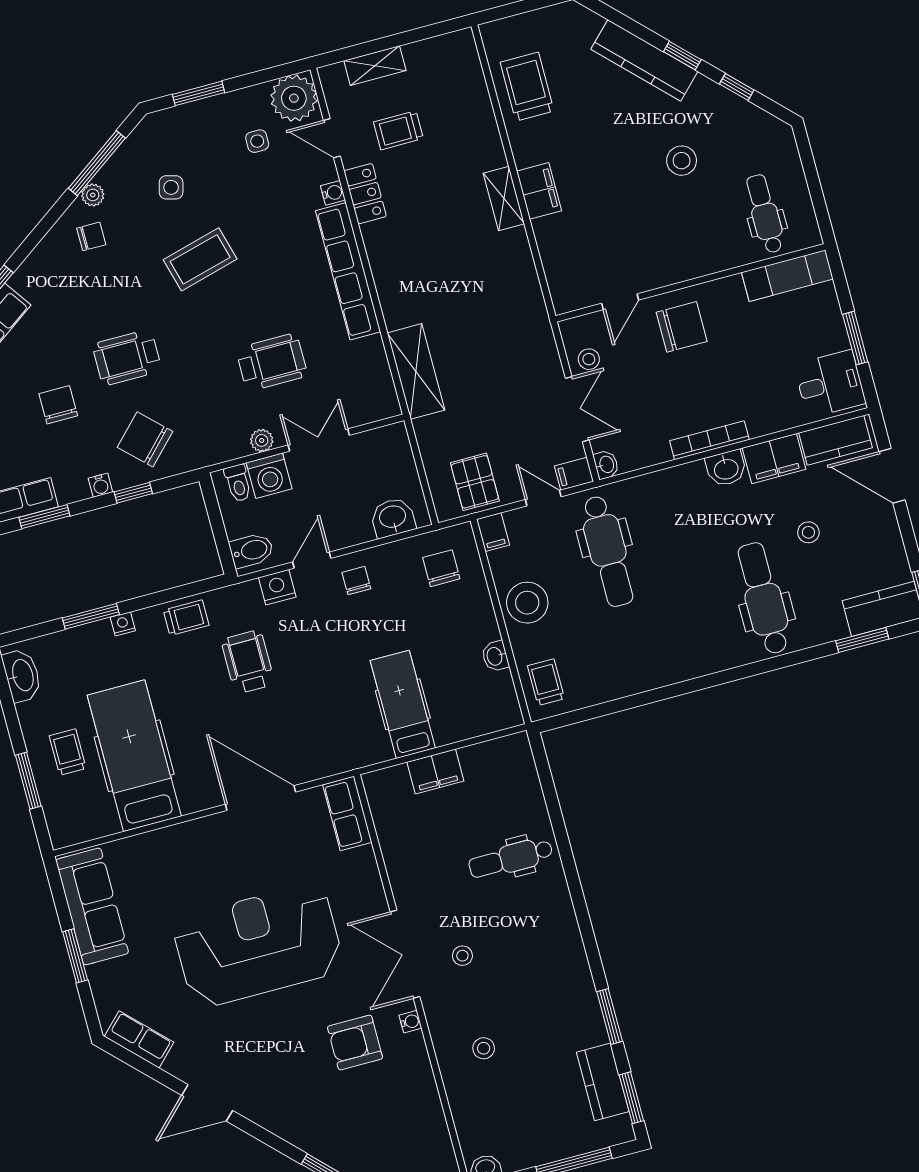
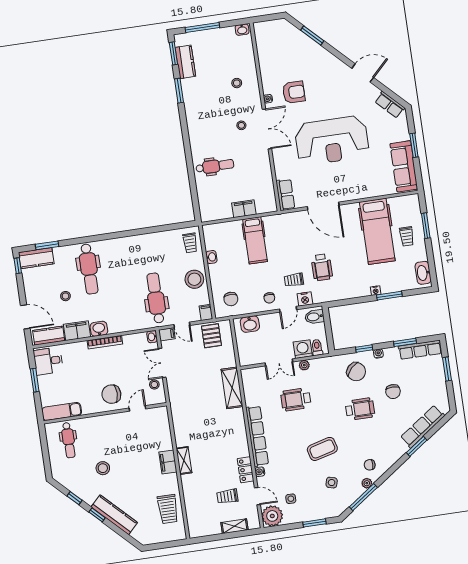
trolley: (398, 130) -> (227, 496), turned 180
trolley: (186, 618) -> (294, 280), moved

